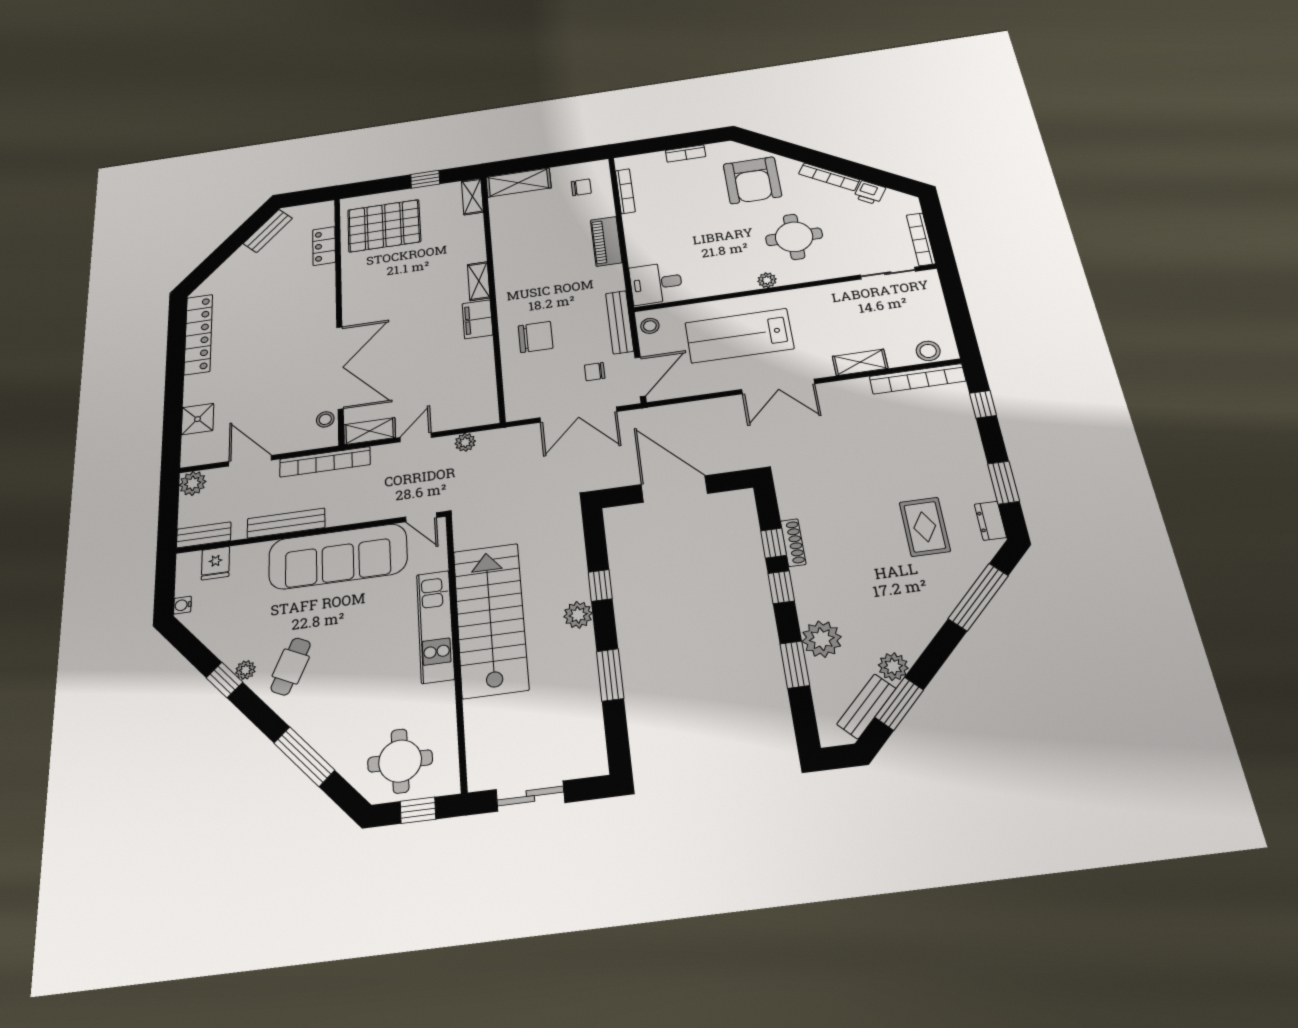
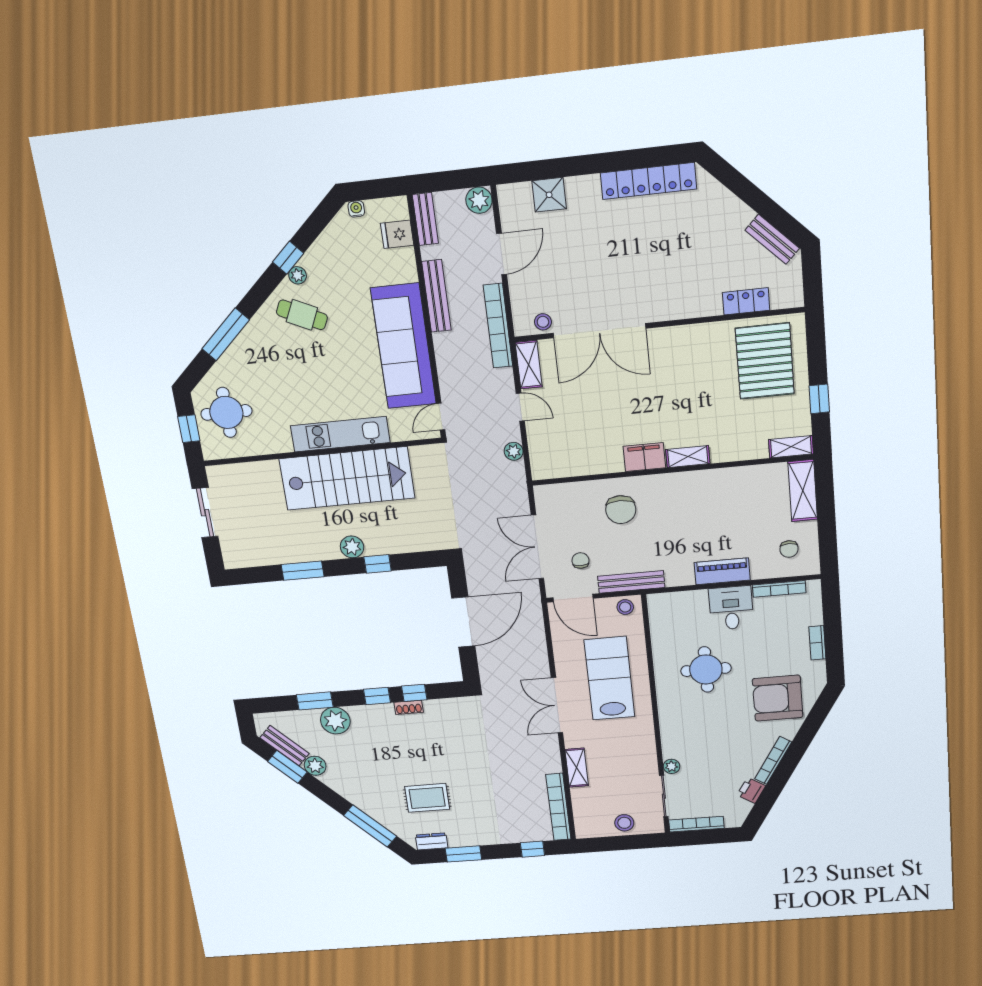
round table: (794, 237) -> (706, 670), moved
plant: (767, 280) -> (672, 766), moved
desk: (656, 283) -> (731, 608), moved
stool: (928, 351) -> (624, 823), moved
shoe rack: (793, 543) -> (409, 707), width x0.70

